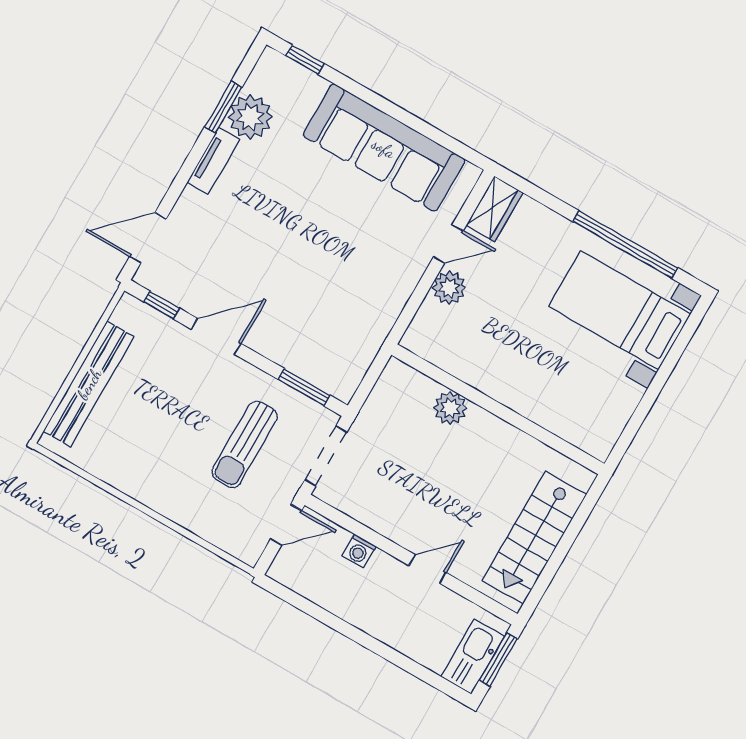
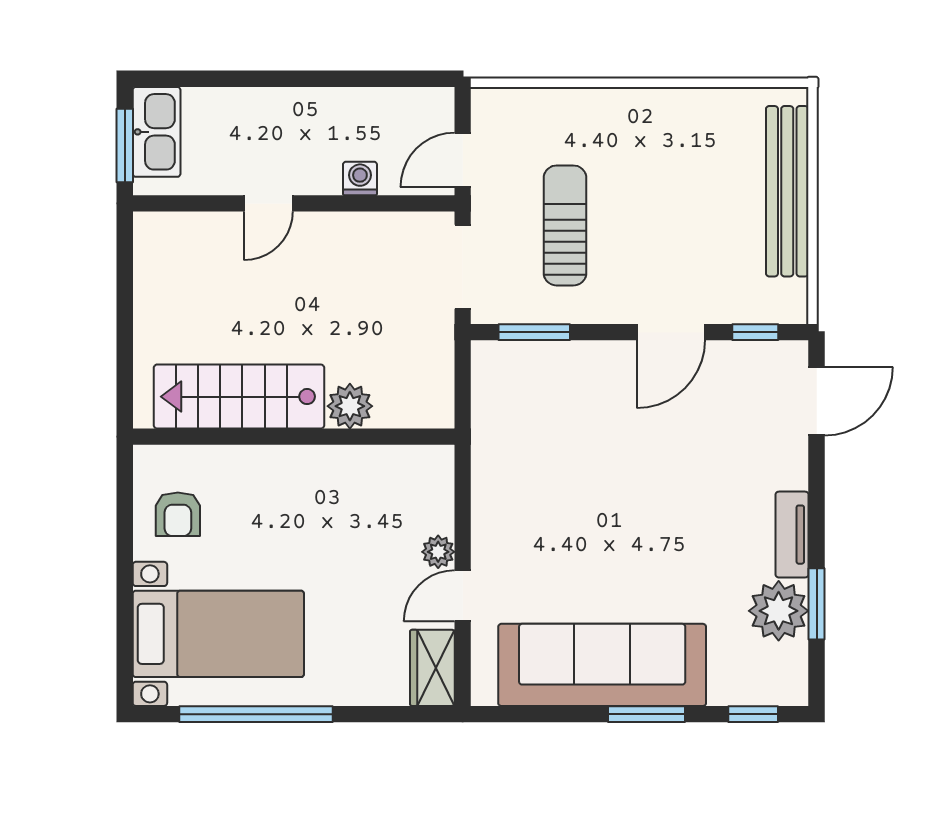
window: (374, 99) -> (647, 714), added
plant: (449, 288) -> (438, 552), width x0.73, depth x0.73
armchair: (601, 402) -> (178, 514), added
stairs: (534, 538) -> (239, 397), moved, turned -90

